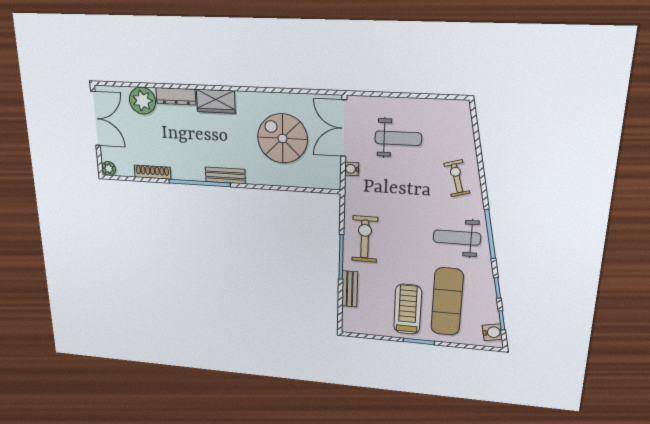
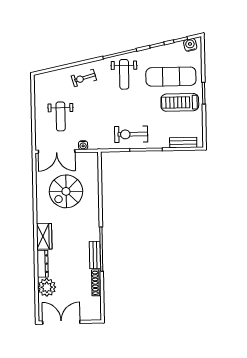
weight bench: (398, 138) -> (61, 116), turned 180
plant: (109, 169) -> (96, 315), removed
bench: (225, 175) -> (95, 255), moved
bench: (350, 289) -> (183, 143), moved

